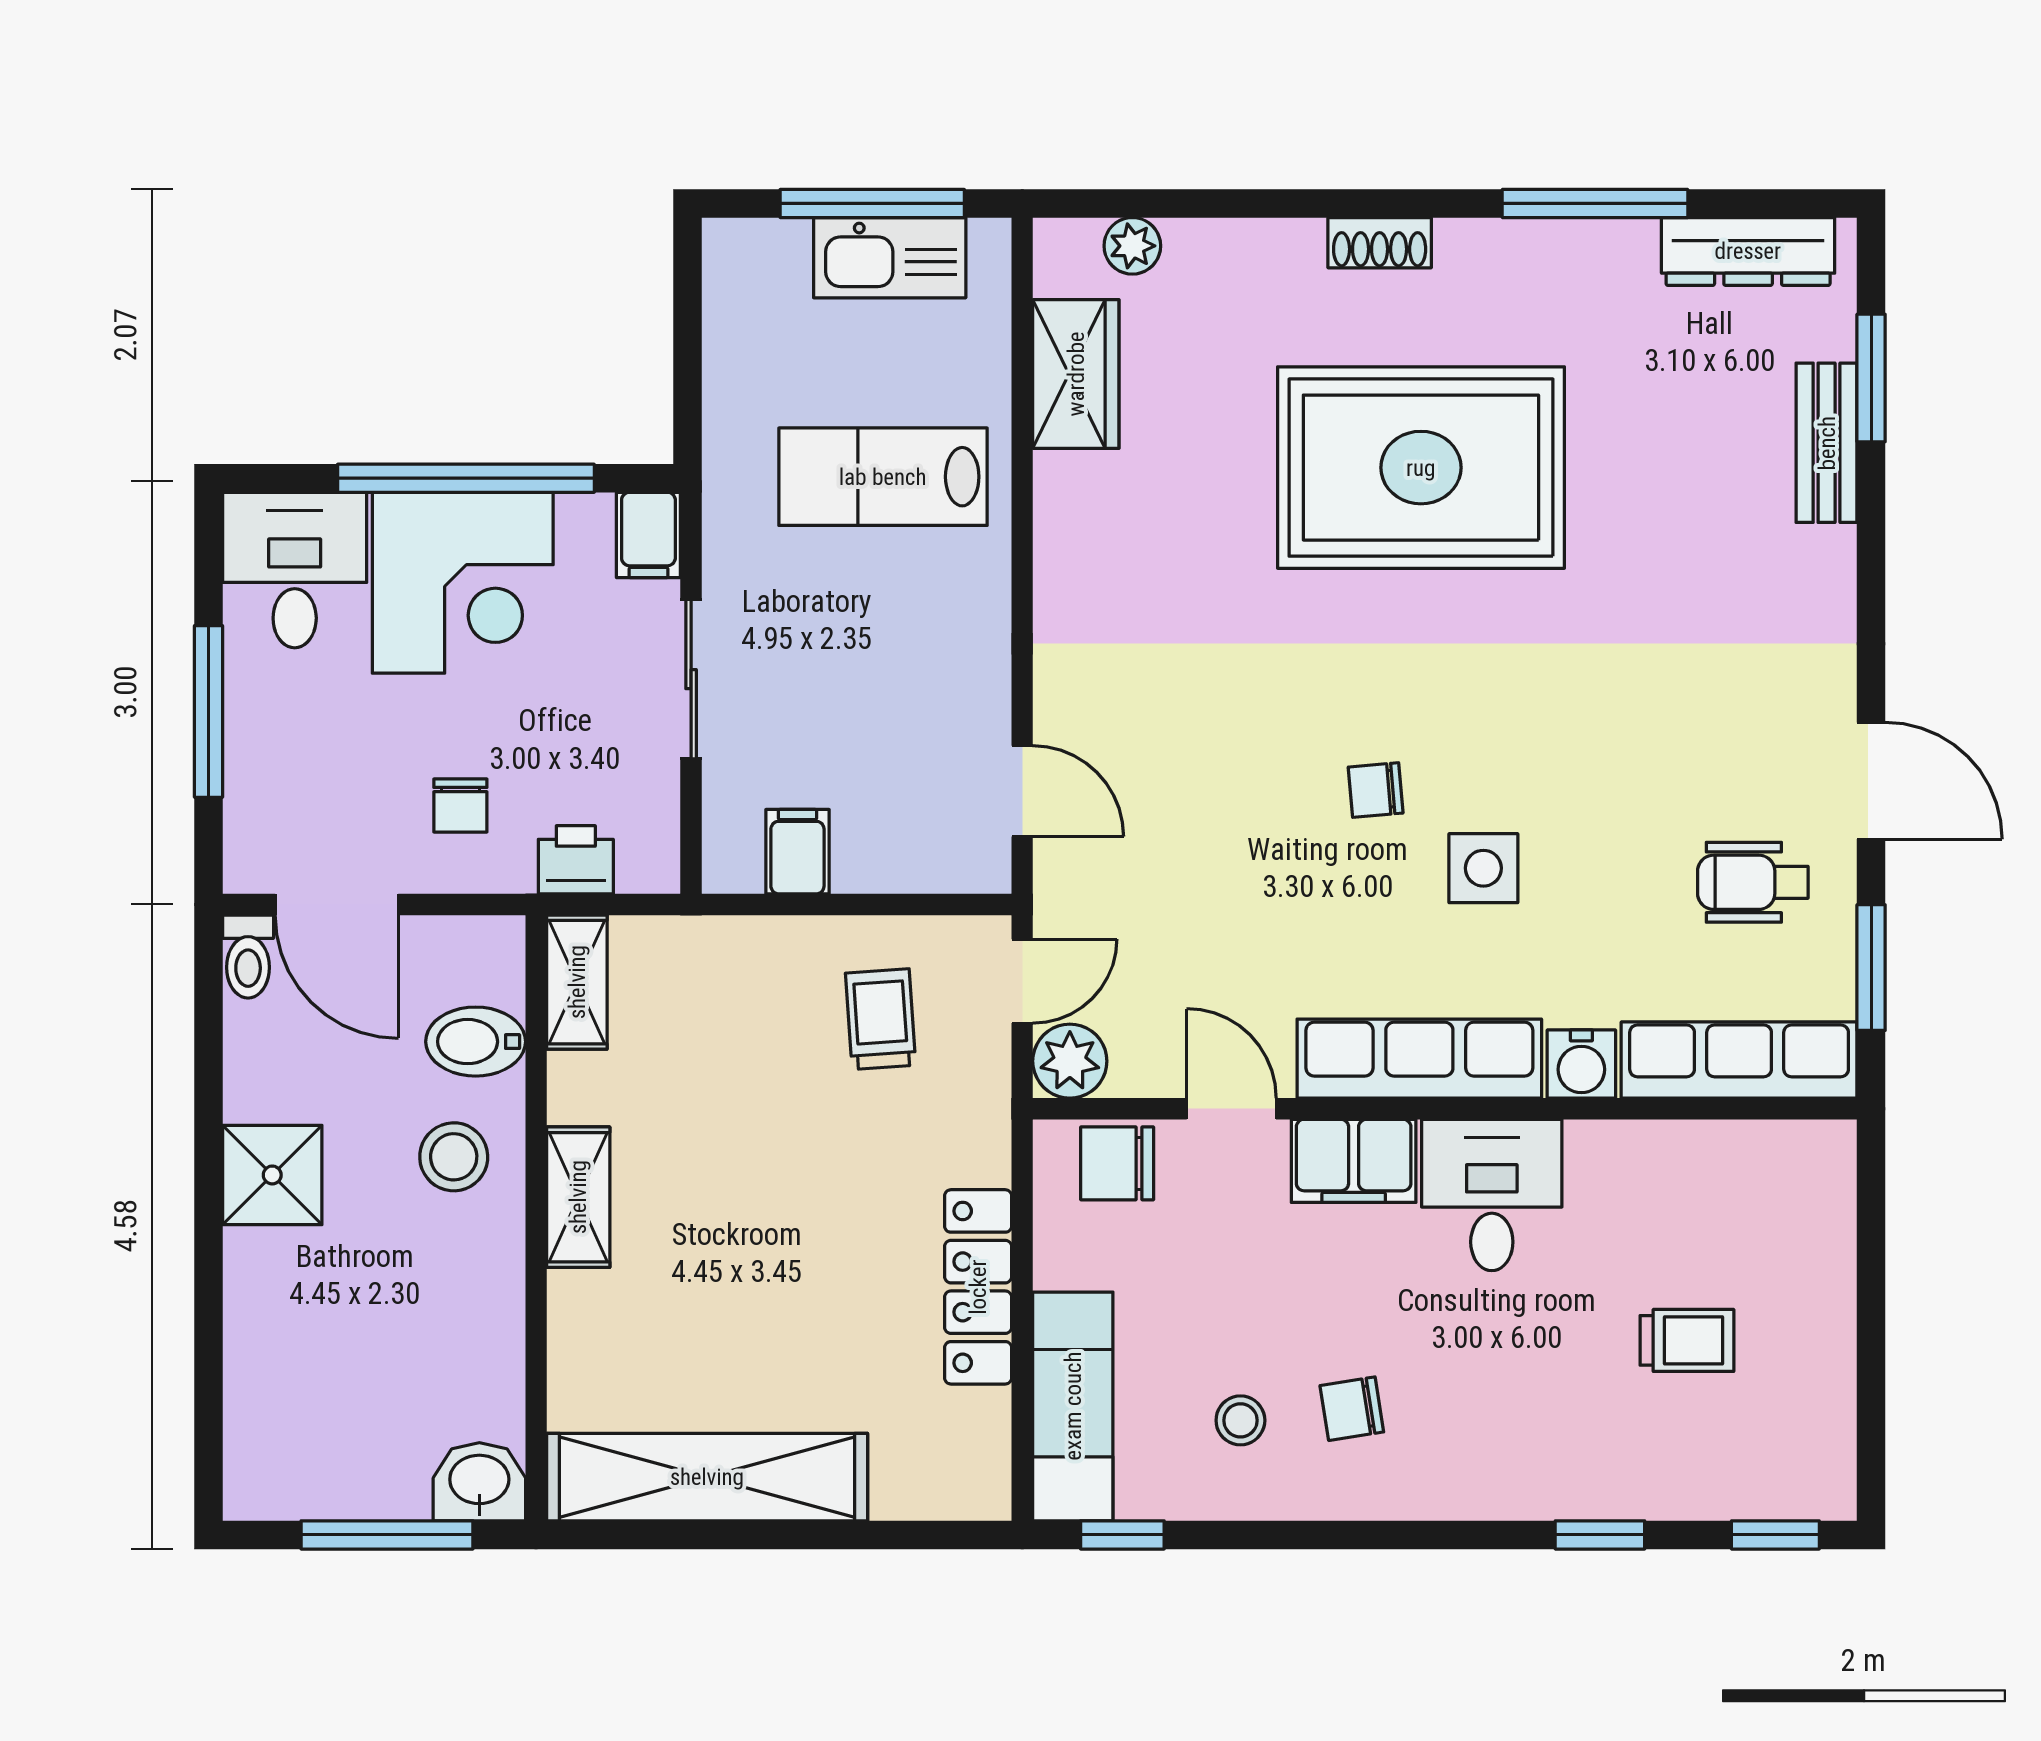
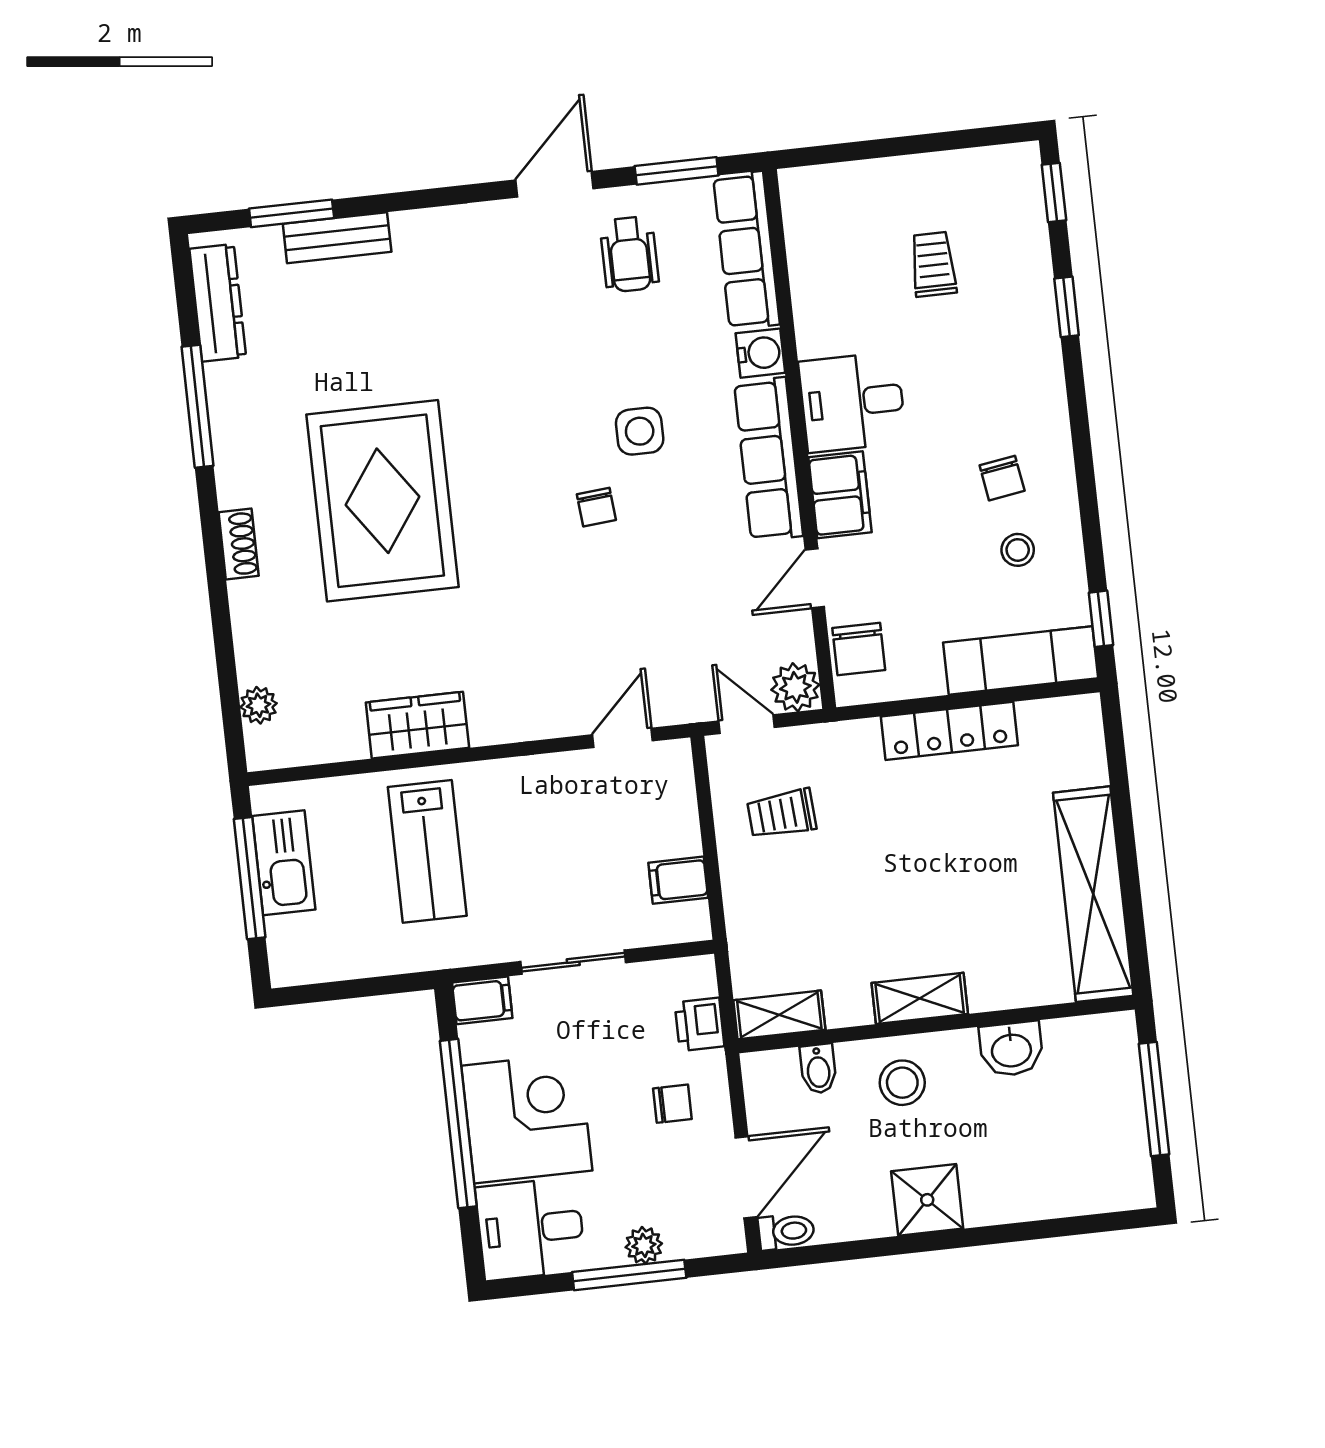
wardrobe: (1076, 374) -> (417, 725), moved
plant: (251, 739) -> (644, 1245), added
bidet: (476, 1042) -> (818, 1069), width x0.72, depth x0.74
washbasin: (479, 1482) -> (1011, 1049), moved, turned -90

